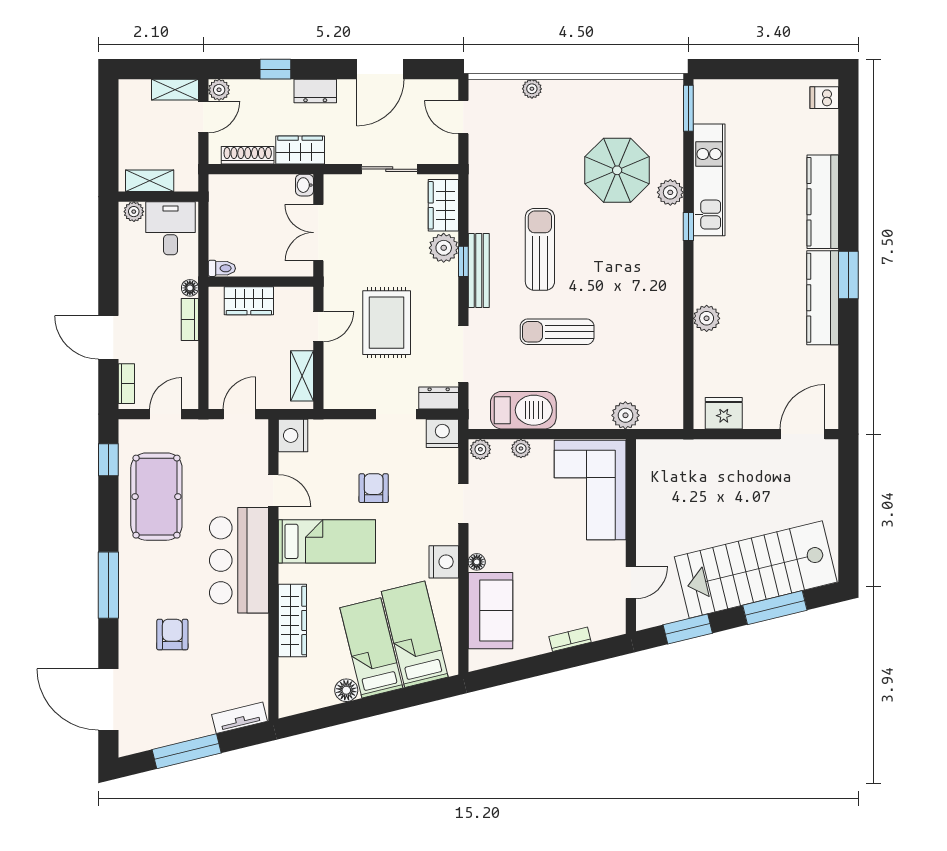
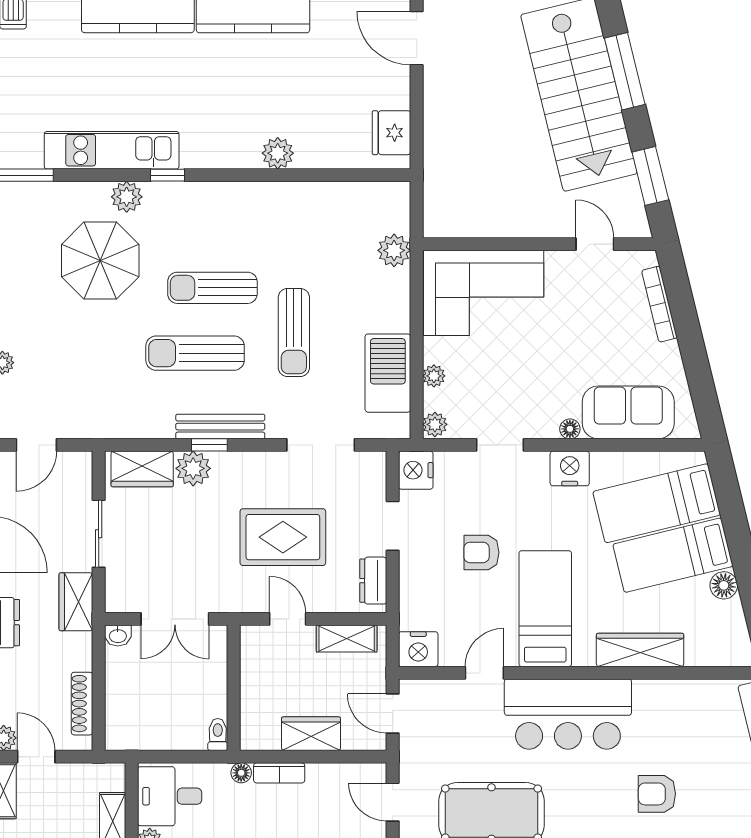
wardrobe: (300, 150) -> (76, 602), moved
sun lounger: (594, 264) -> (212, 288), added
wardrobe: (249, 301) -> (311, 734), moved, turned -90
dresser: (439, 398) -> (373, 581), moved
bookcase: (570, 639) -> (659, 304), width x1.56

